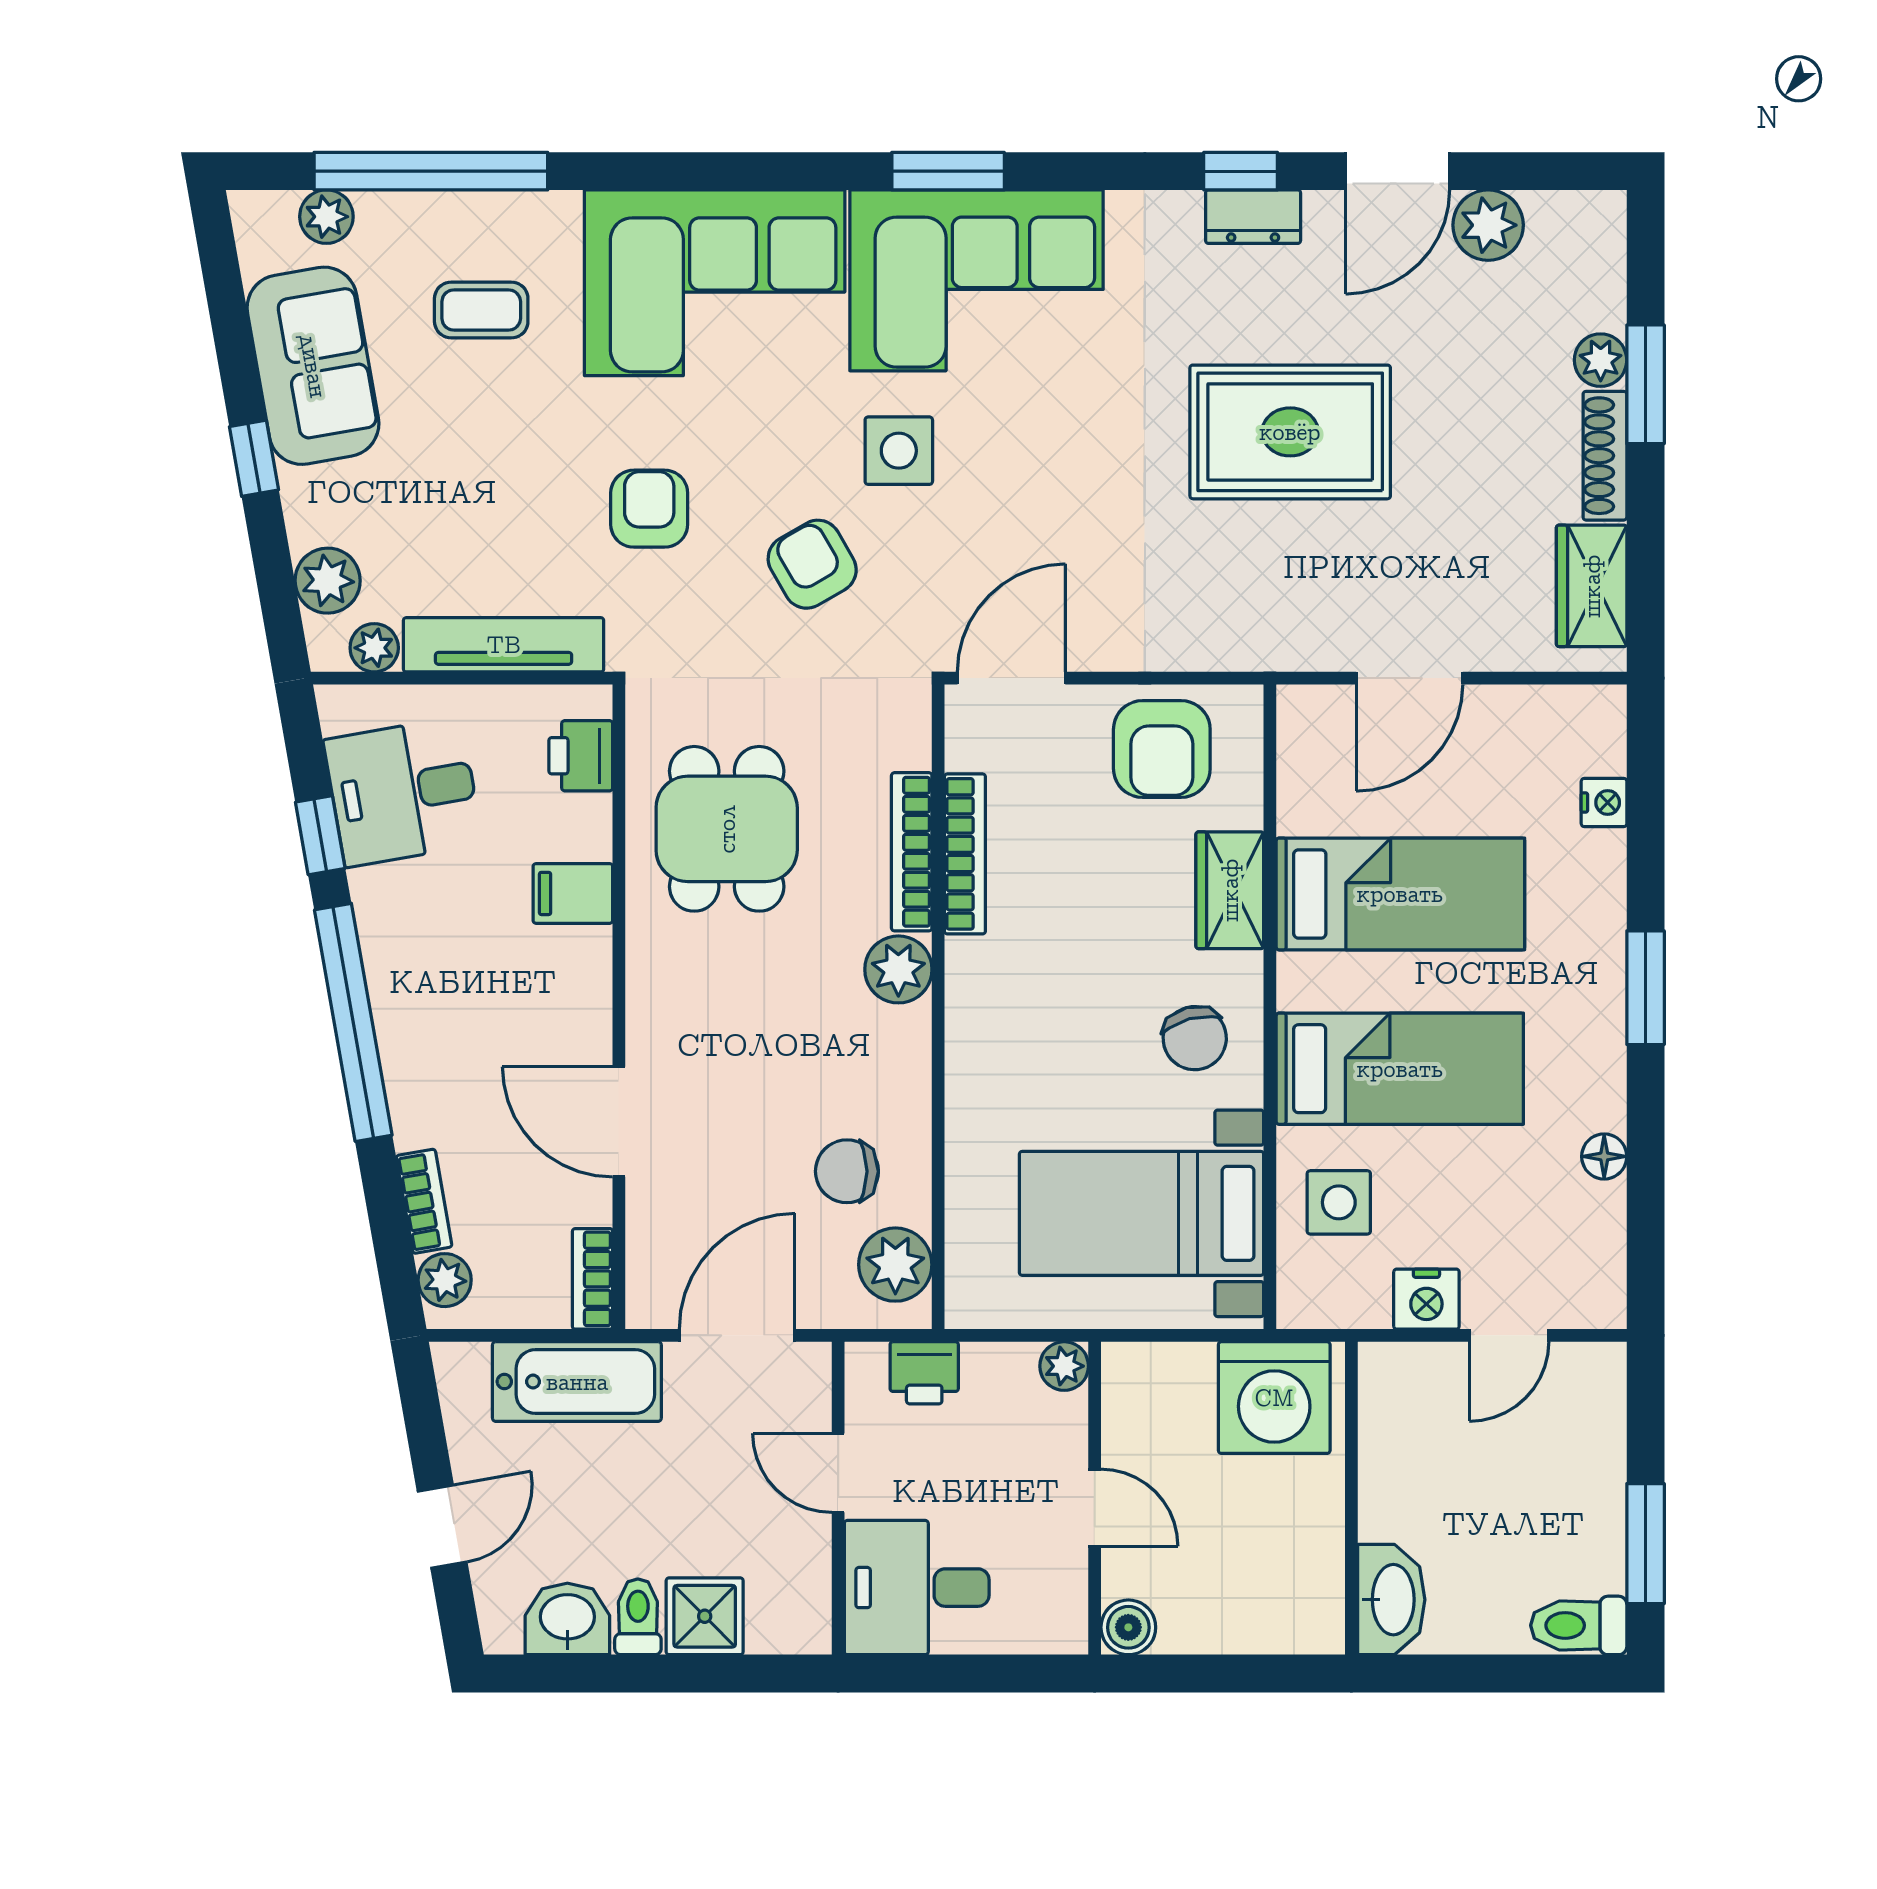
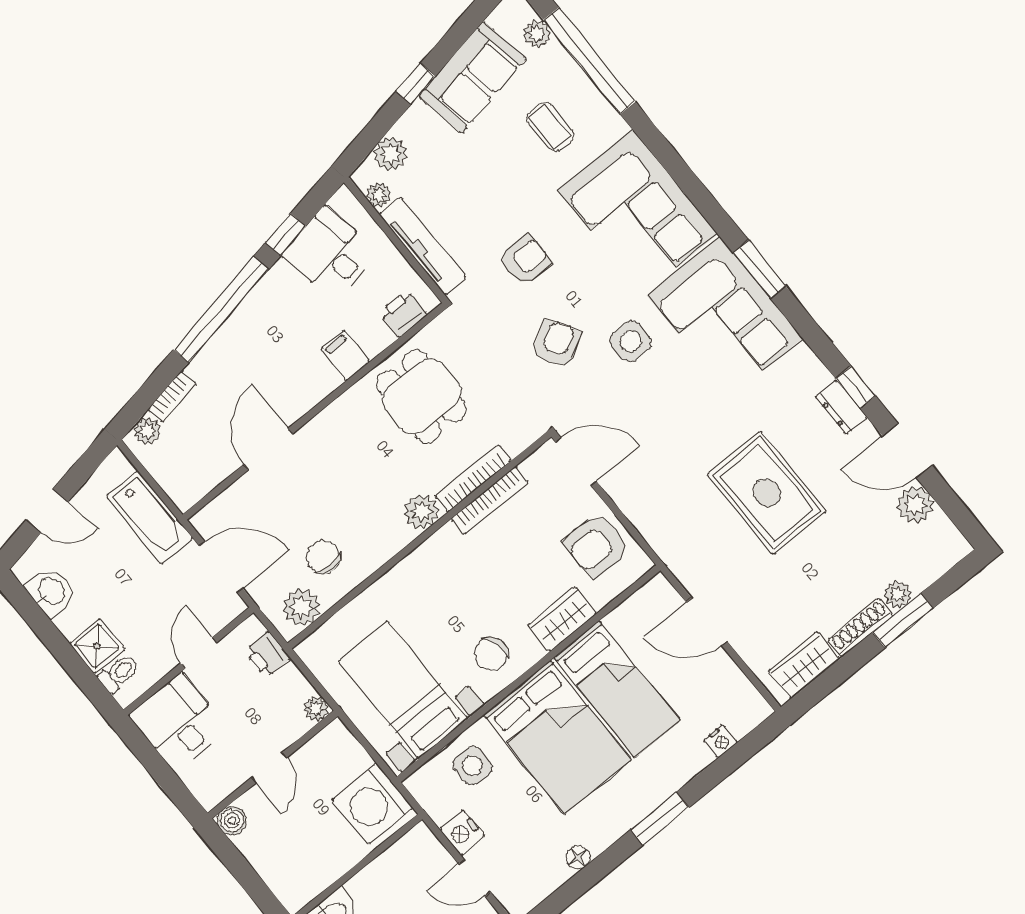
dining table: (727, 829) -> (422, 396), turned 90
bed: (1400, 1069) -> (557, 737), width x1.50
bookcase: (593, 1279) -> (196, 490), removed
toilet: (638, 1617) -> (119, 673), moved

